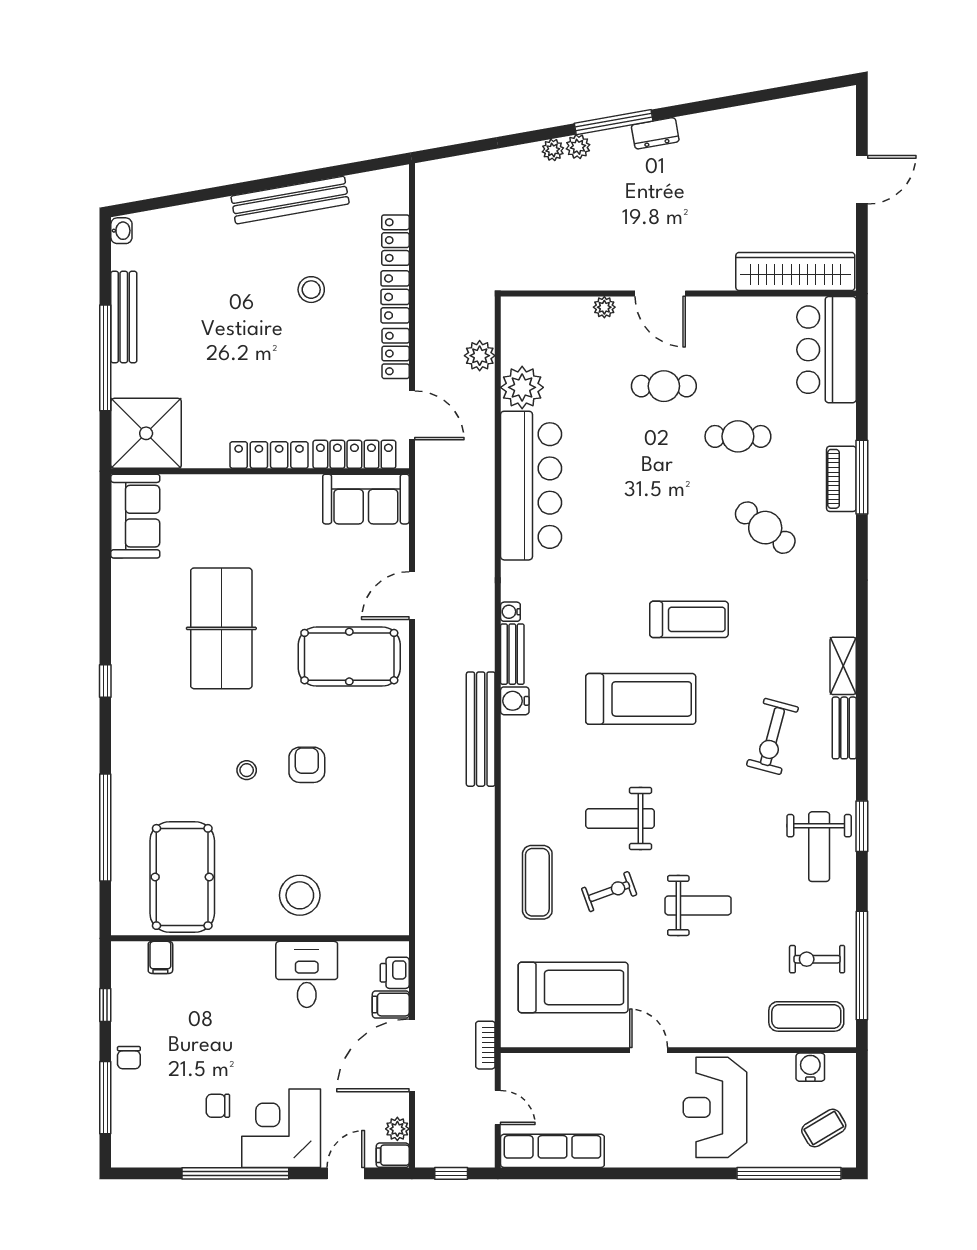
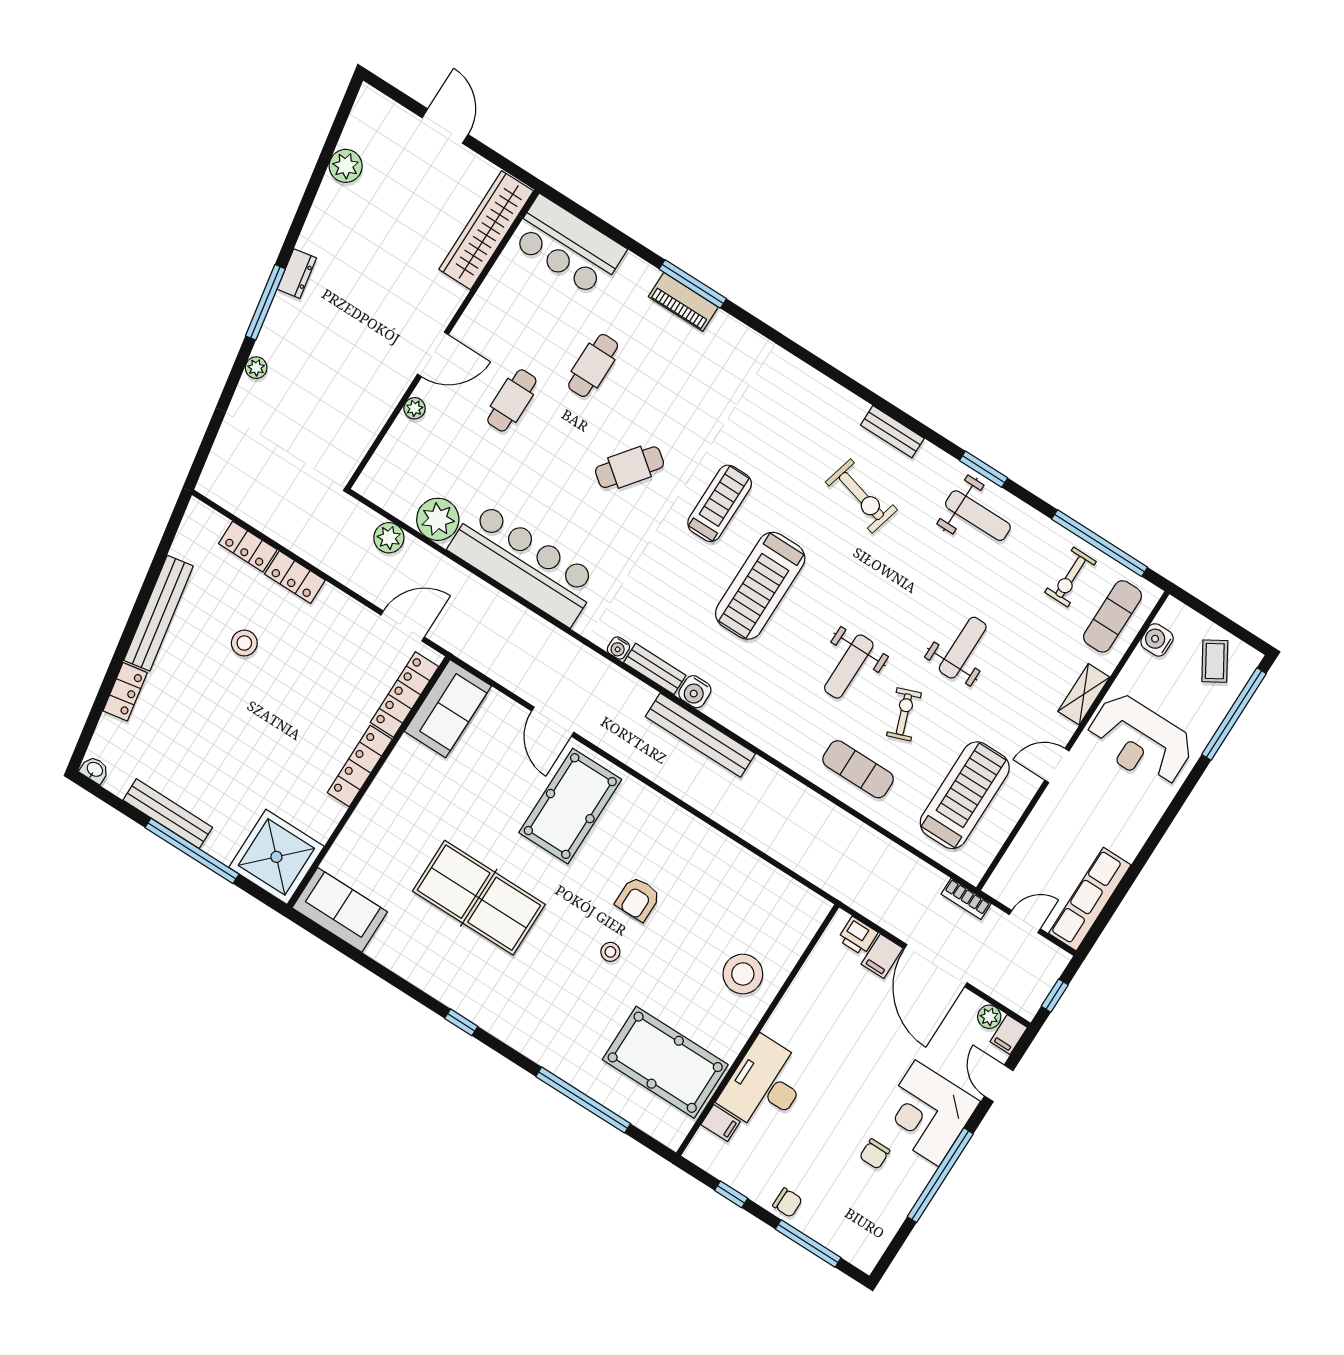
plant: (578, 147) -> (346, 166), moved, width x1.38, depth x1.38
locker: (396, 354) -> (125, 692), moved, turned -100
cafe table: (765, 528) -> (629, 467), moved
shelving: (843, 666) -> (1084, 694), moved, turned 90
treadmill: (641, 699) -> (760, 586), turned 180
armchair: (307, 765) -> (638, 899), turned -90
desk: (307, 974) -> (765, 1085), moved, width x1.37

